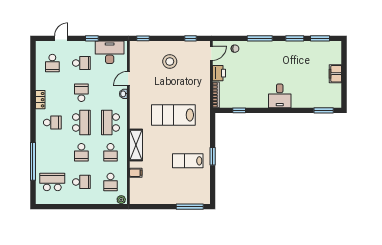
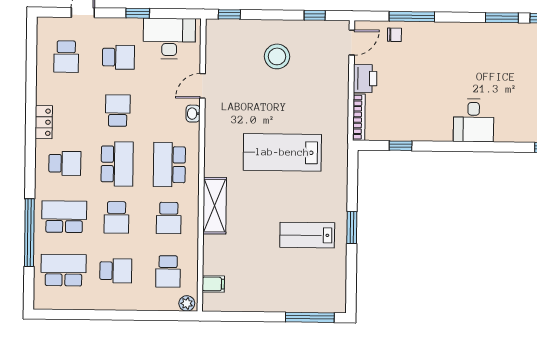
window: (260, 38) -> (412, 17), moved
school desk: (52, 152) -> (64, 217), added
filing cabinet: (136, 173) -> (213, 284), moved

